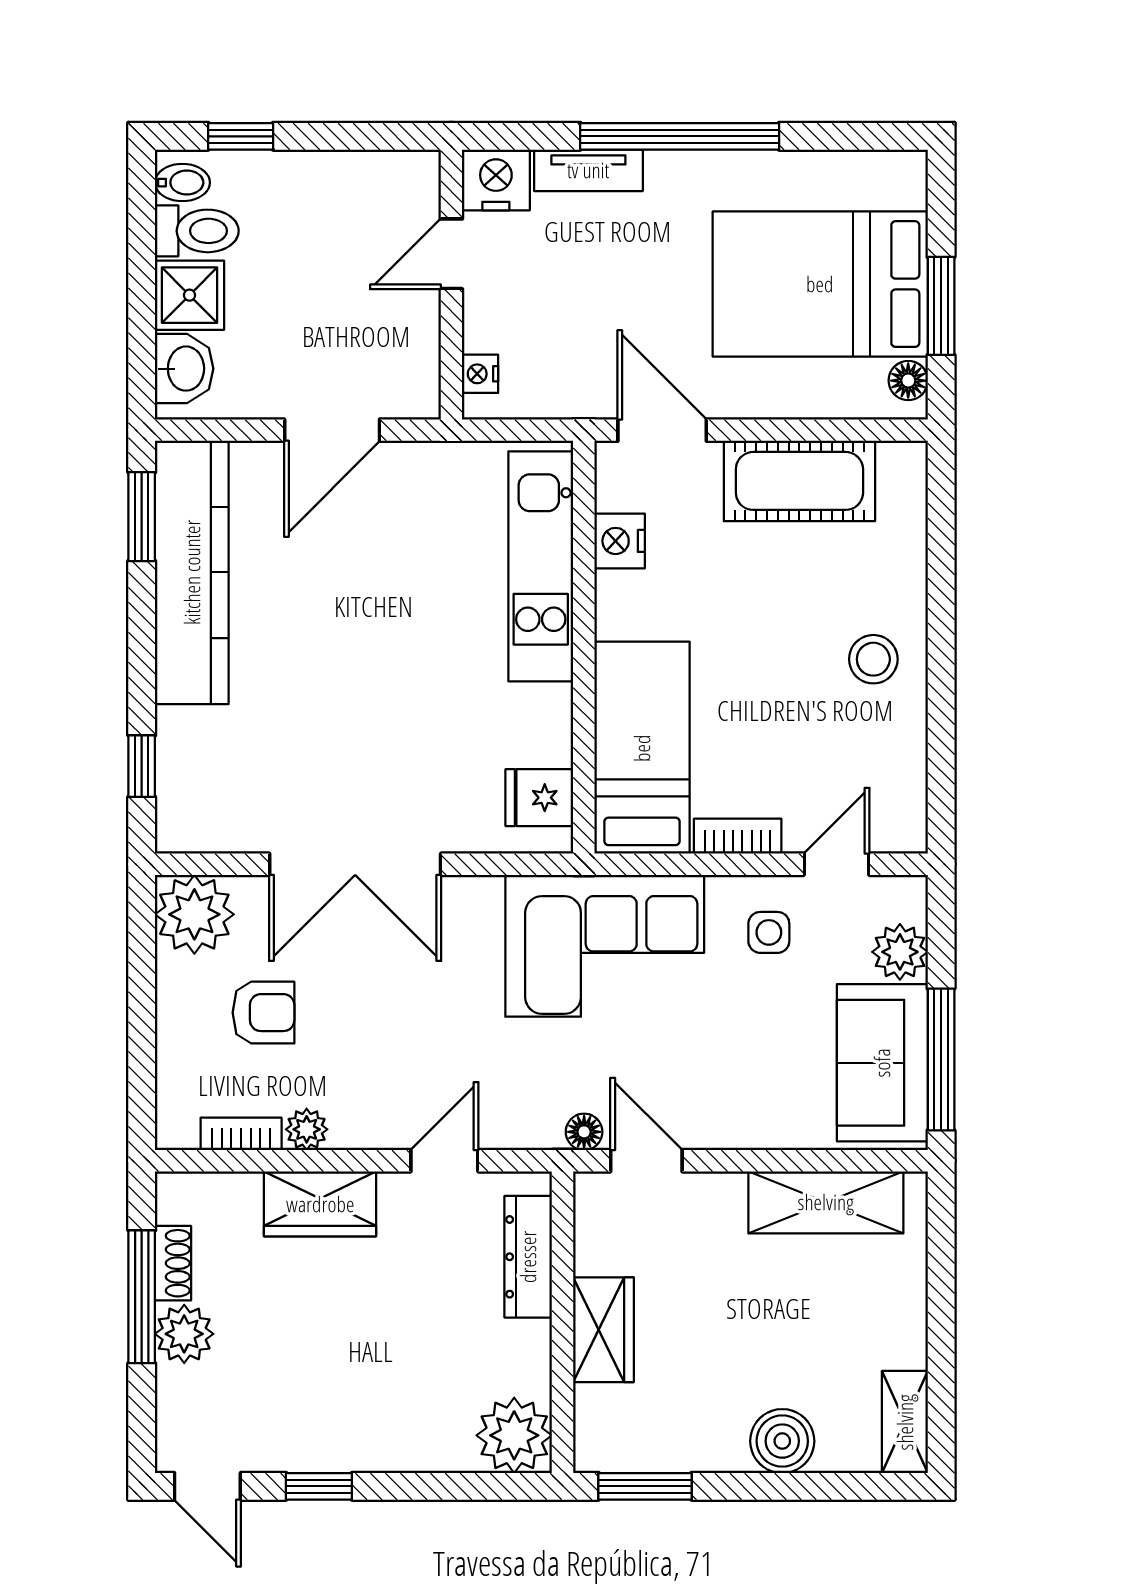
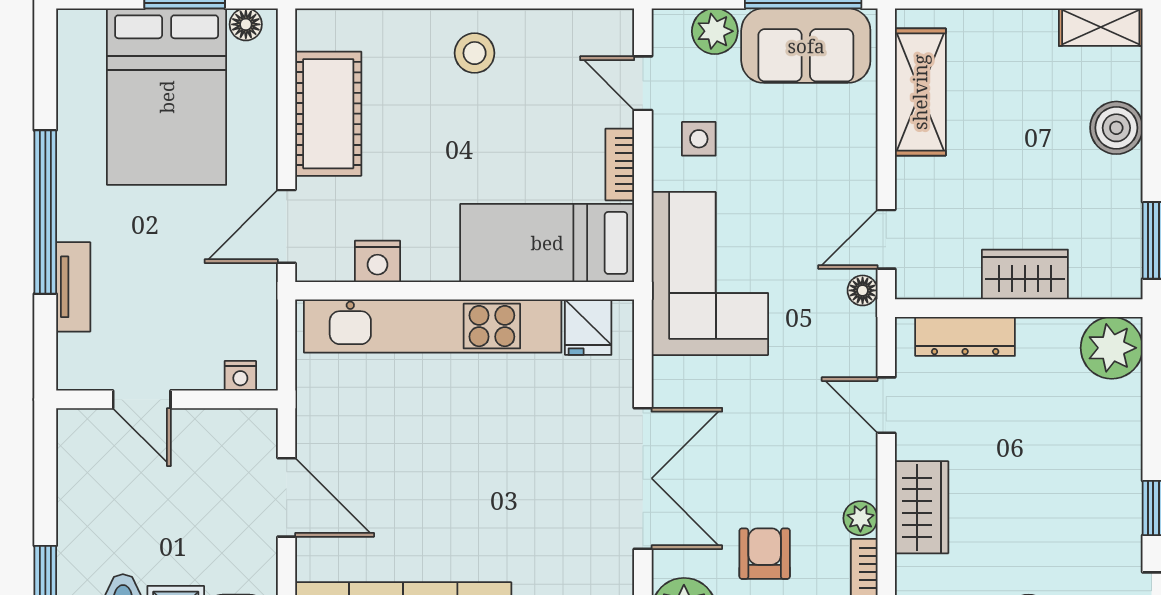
nightstand: (496, 180) -> (81, 363), removed
kitchen unit: (541, 566) -> (433, 326), width x1.36

